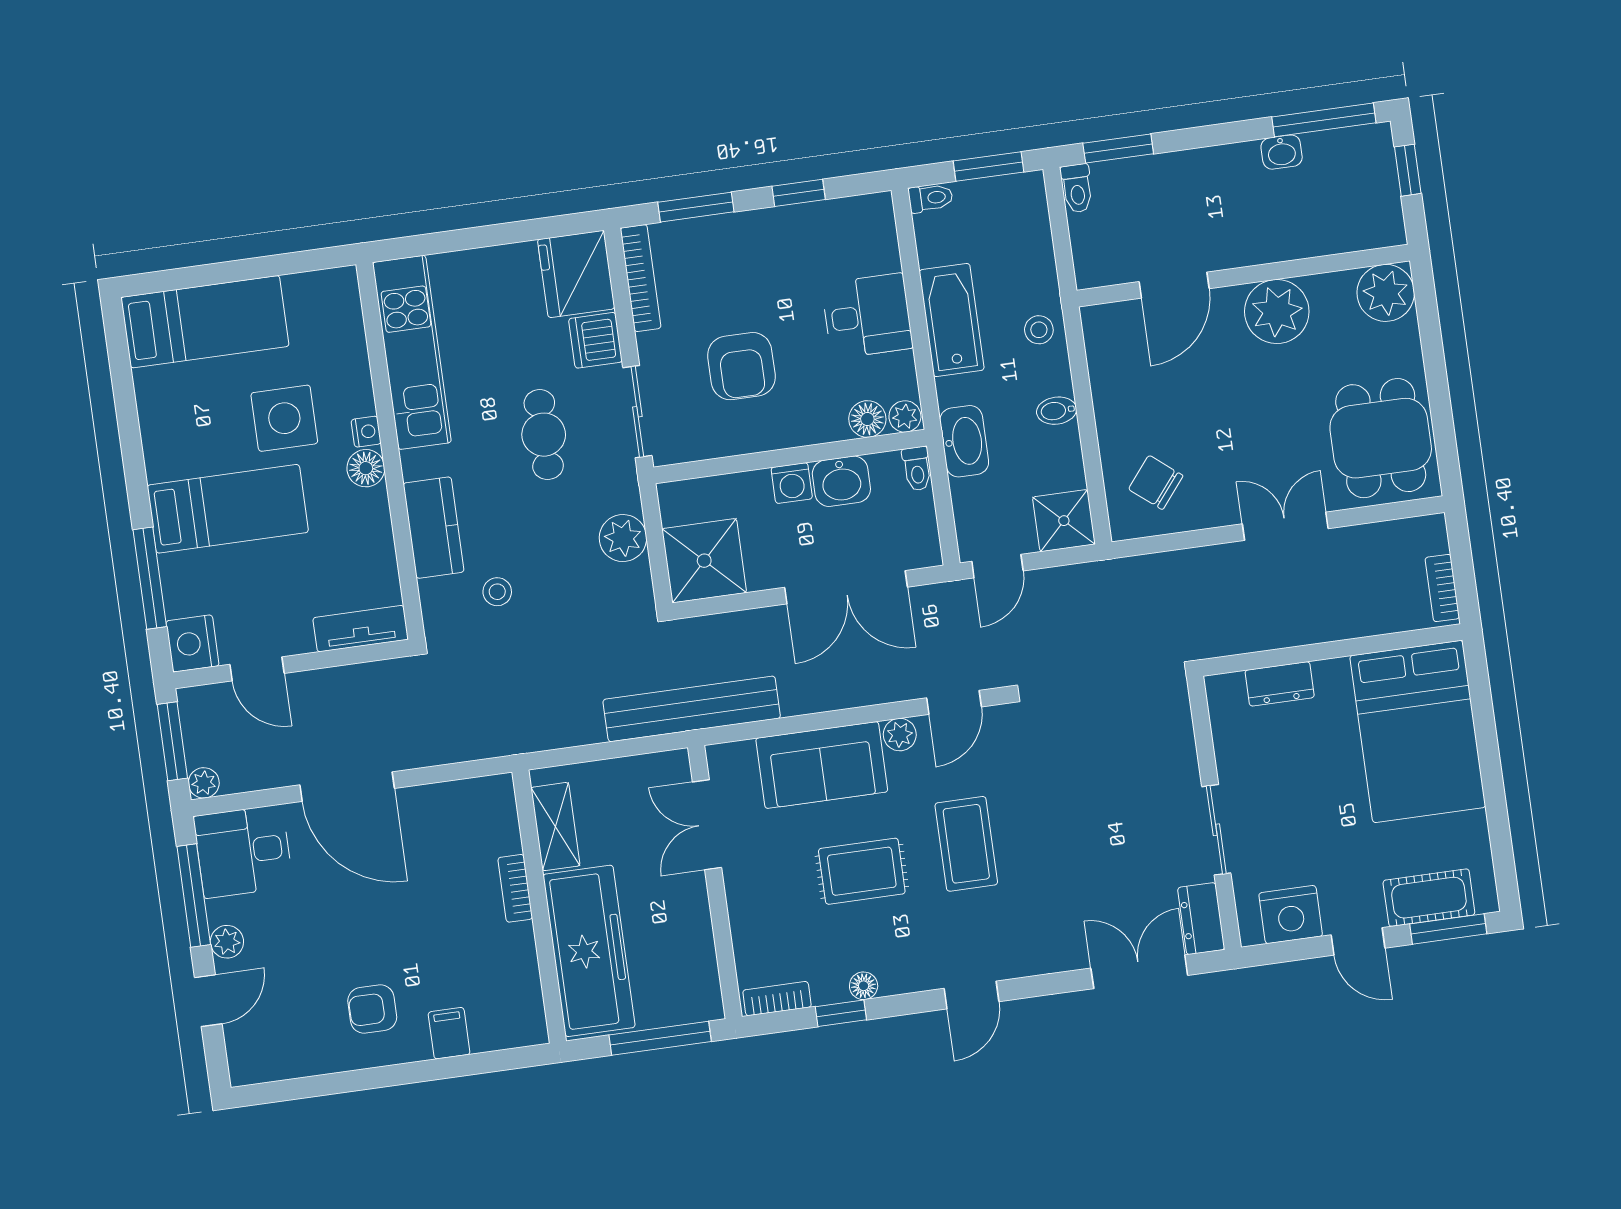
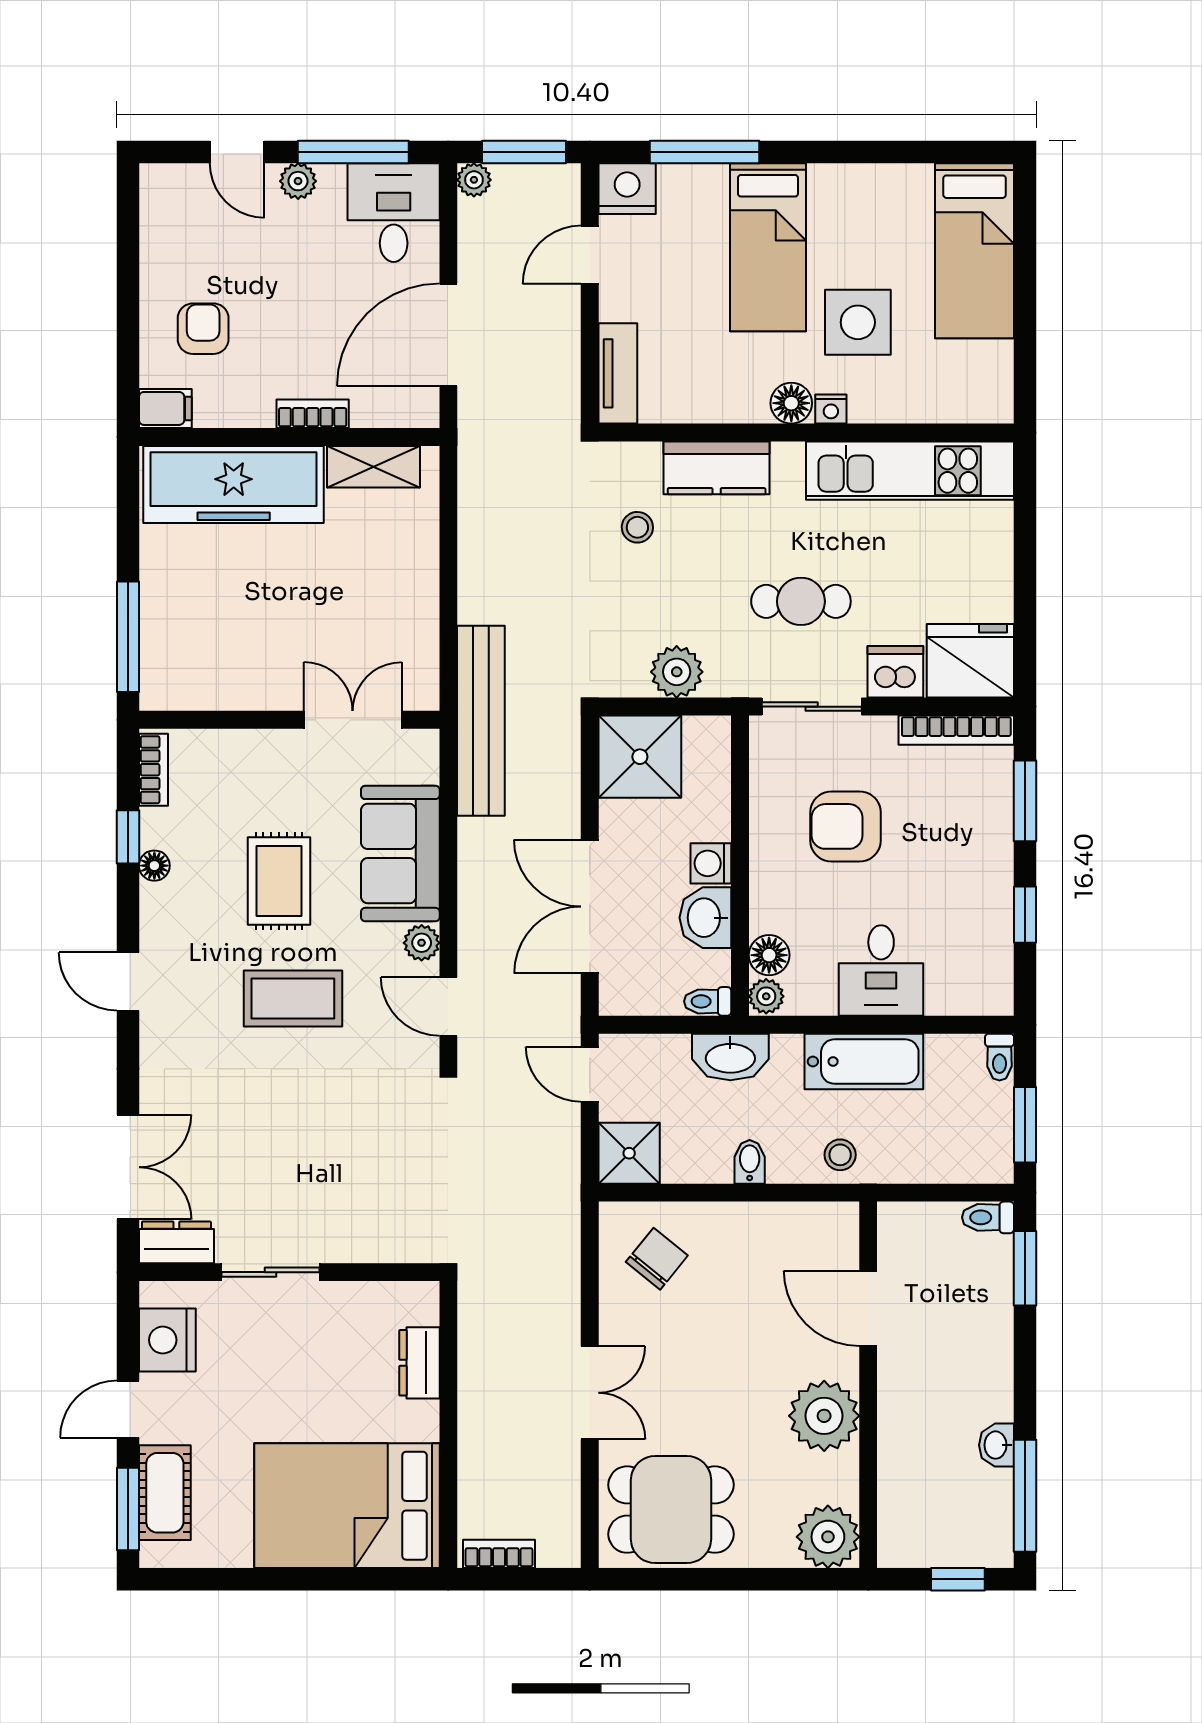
shelving: (555, 827) -> (374, 467), moved
bookcase: (515, 888) -> (313, 414), moved
wall: (539, 906) -> (289, 437), moved
freezer: (589, 951) -> (234, 484), moved

